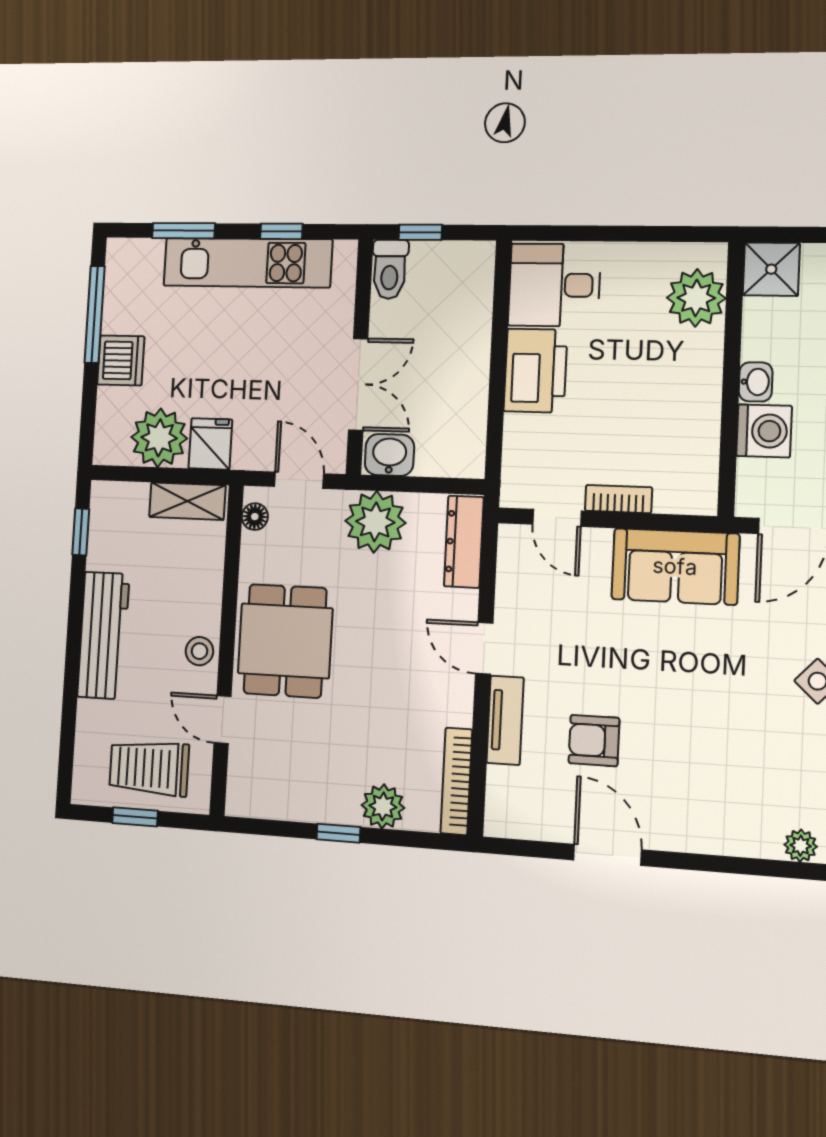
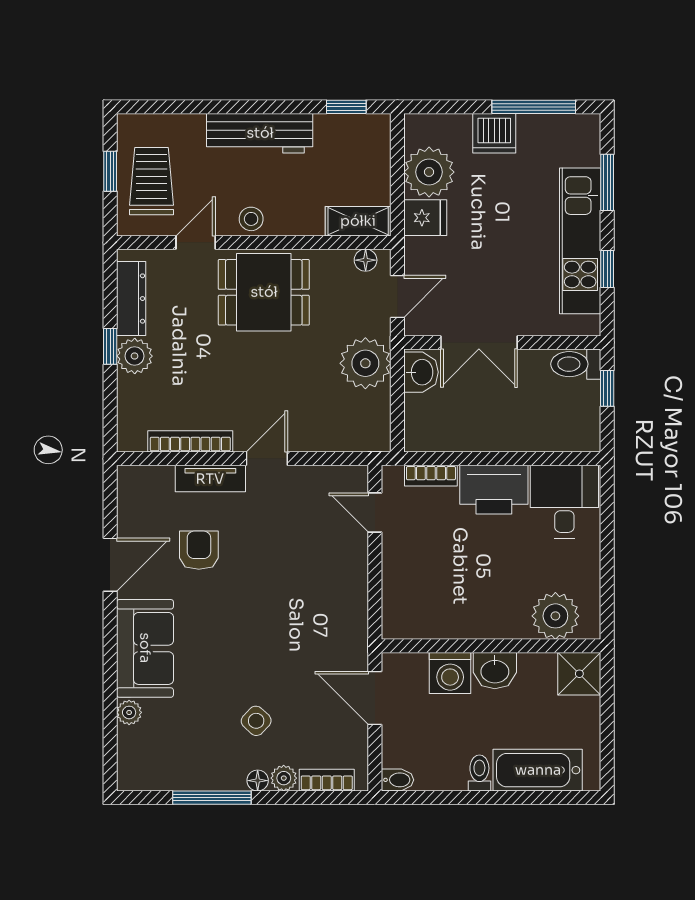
washbasin: (756, 382) -> (495, 671), width x1.38, depth x1.45
bookcase: (618, 499) -> (431, 476), moved, turned 90
shelving: (187, 501) -> (358, 221), moved, turned 90
door: (557, 518) -> (375, 513), hinge flipped
dresser: (464, 542) -> (131, 299), moved, turned 90
sofa: (675, 566) -> (145, 648), moved, turned 180
bookcase: (456, 781) -> (190, 441), moved
plant: (383, 806) -> (135, 356), moved

